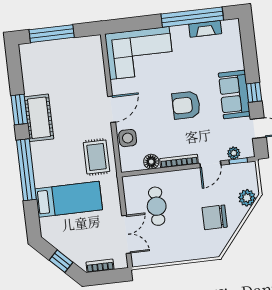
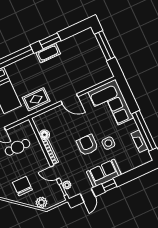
cot: (39, 118) -> (48, 53), width x0.73, depth x0.75
side table: (128, 138) -> (108, 143), moved

